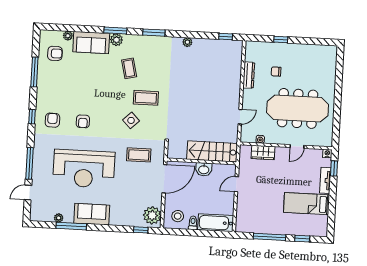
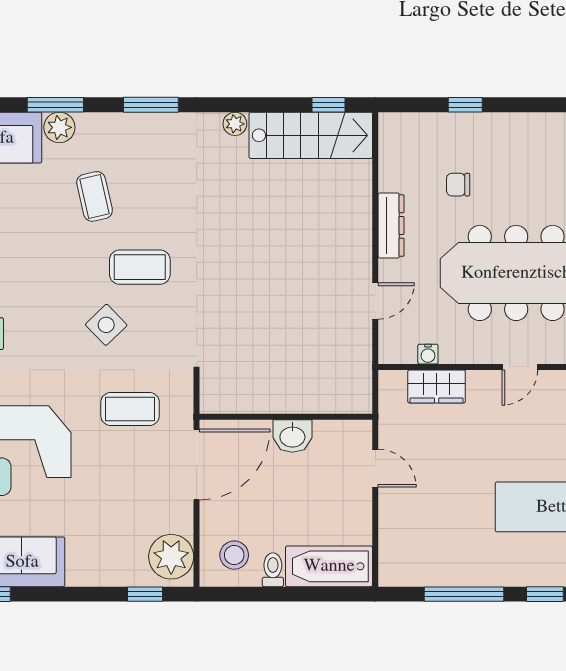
dresser: (249, 75) -> (391, 225), moved
stairs: (212, 151) -> (311, 135), moved, turned 180
door: (236, 184) -> (375, 468), swing flipped

